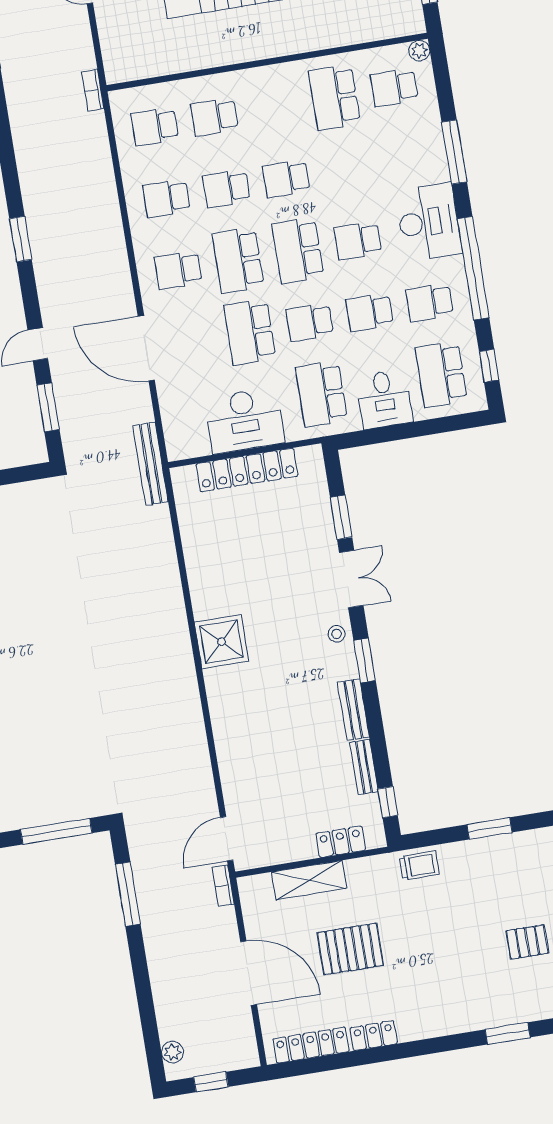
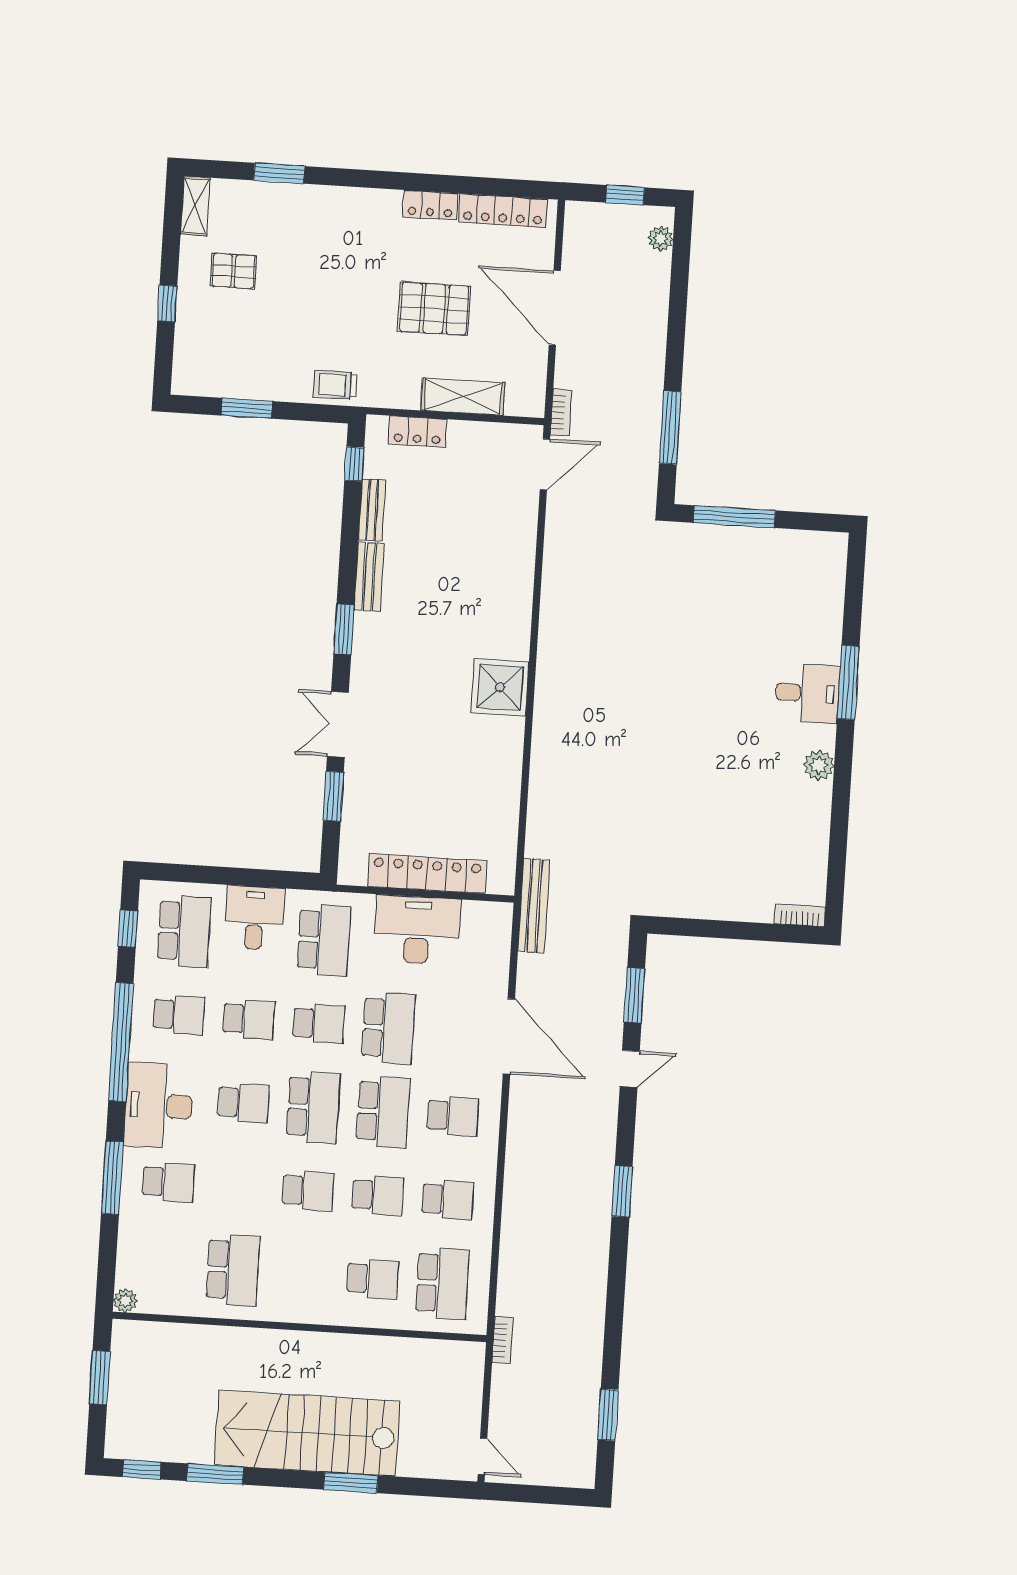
school desk: (394, 87) -> (168, 1182), moved
school desk: (155, 127) -> (442, 1283), width x1.85
stool: (337, 634) -> (369, 666), removed

